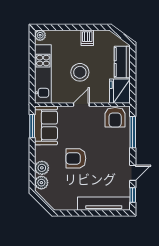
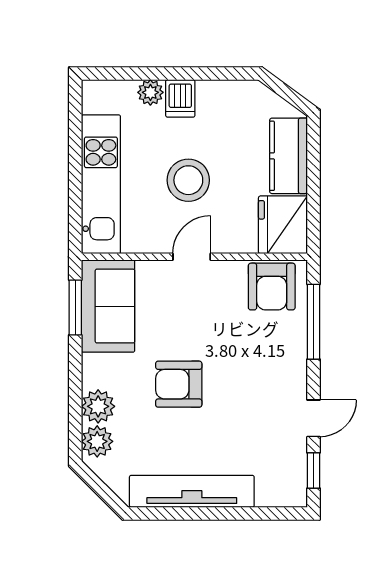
plant: (40, 35) -> (150, 92), moved
dishwasher: (87, 38) -> (180, 98), moved
tv unit: (104, 204) -> (192, 491), moved

